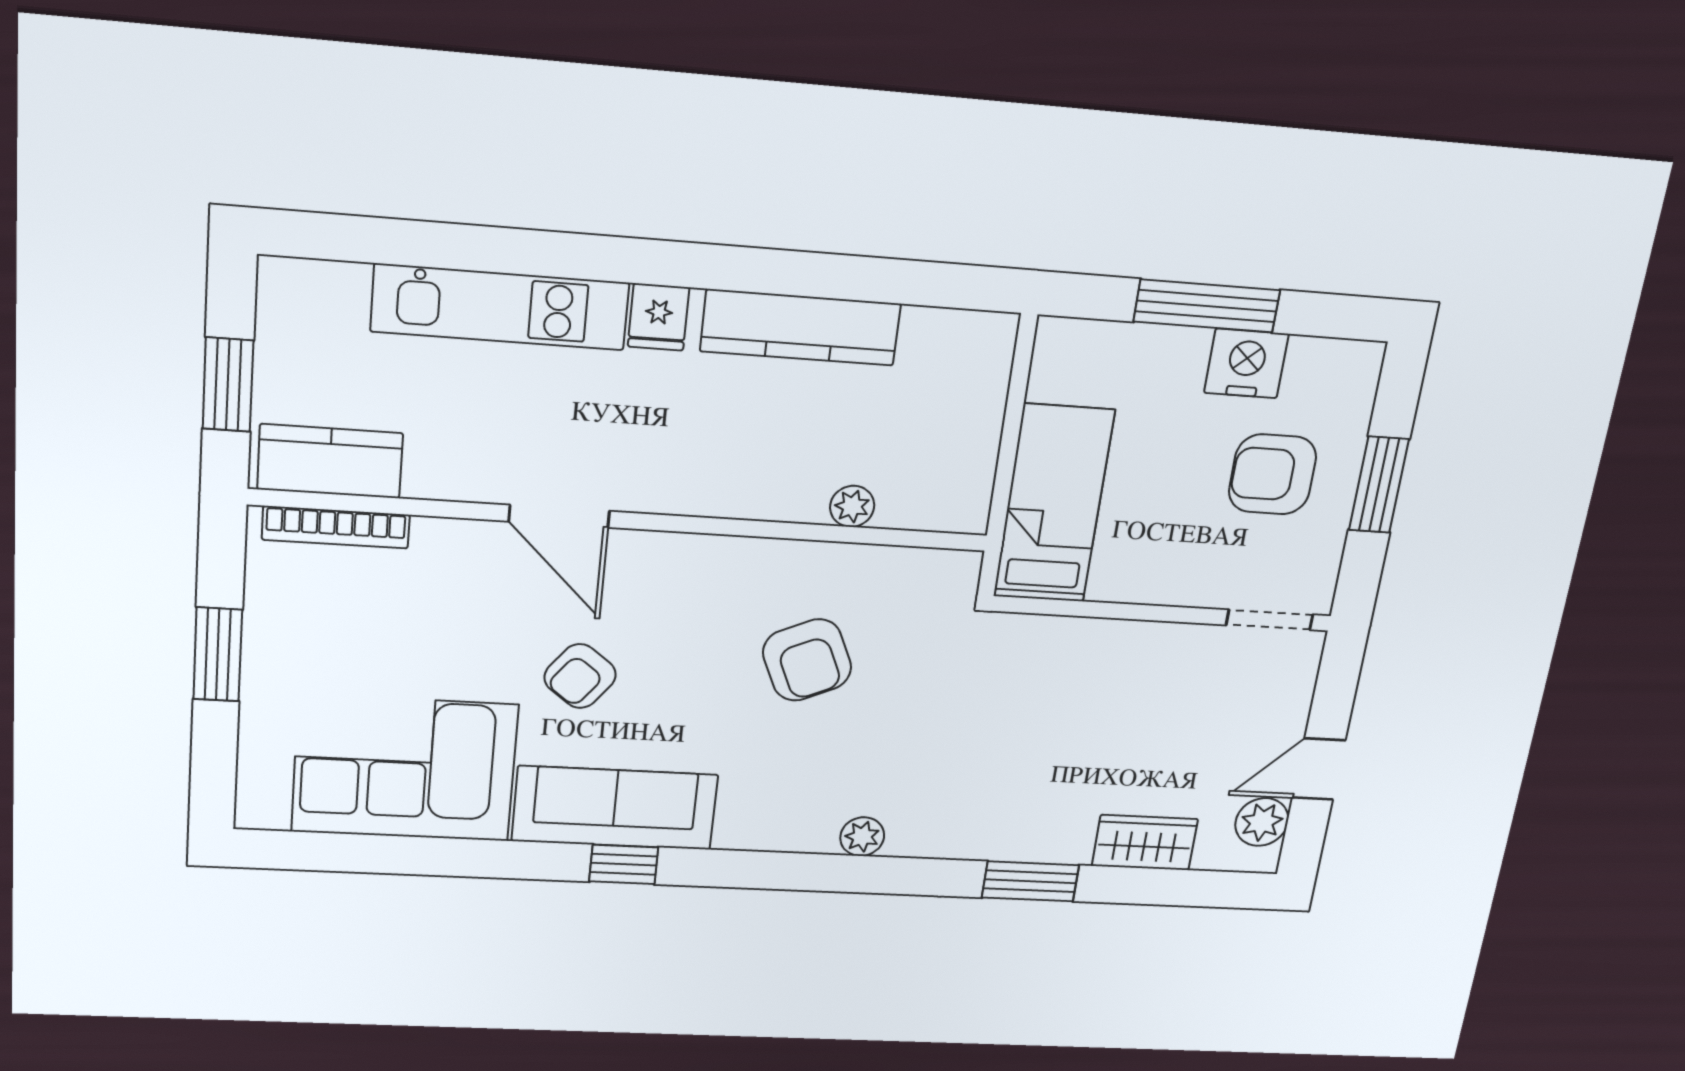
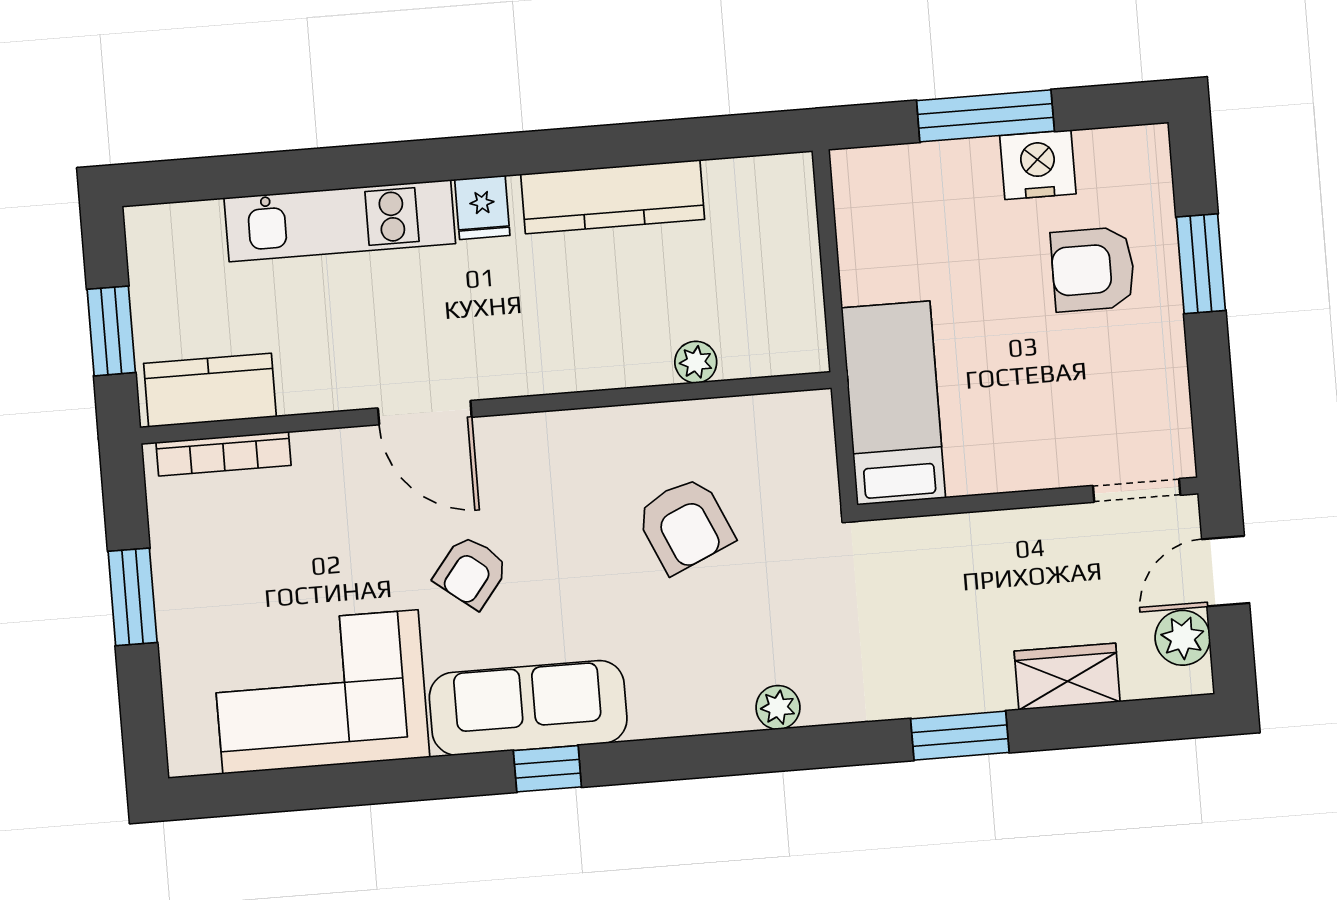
bed: (1054, 504) -> (893, 403), moved
wall: (1163, 613) -> (1028, 499), moved
doorway: (1270, 620) -> (1137, 490), moved

